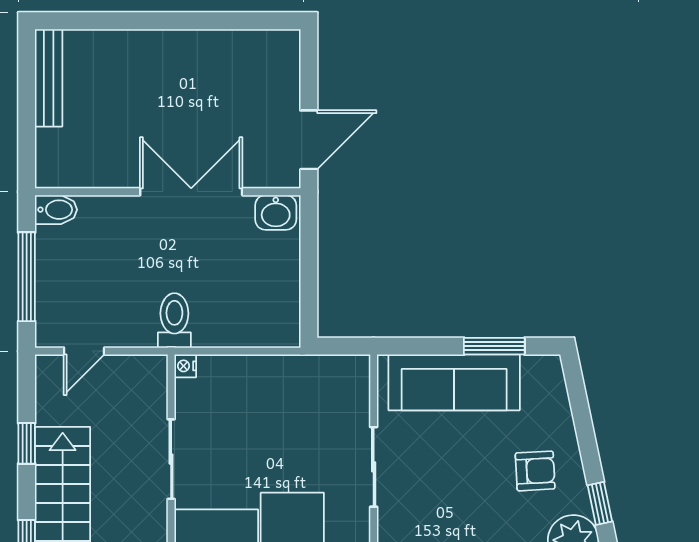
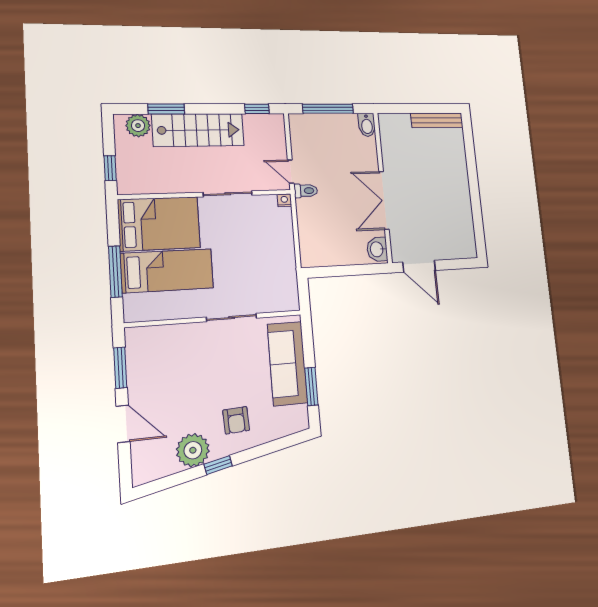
double door: (191, 192) -> (384, 200), swing flipped
toilet: (174, 320) -> (306, 191), width x0.73, depth x0.72
door: (84, 351) -> (291, 172), moved
window: (27, 443) -> (257, 109), moved

